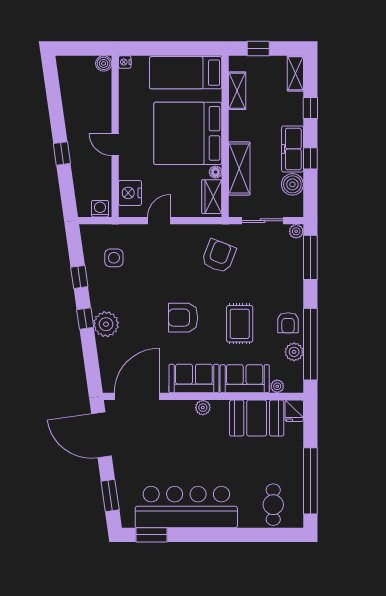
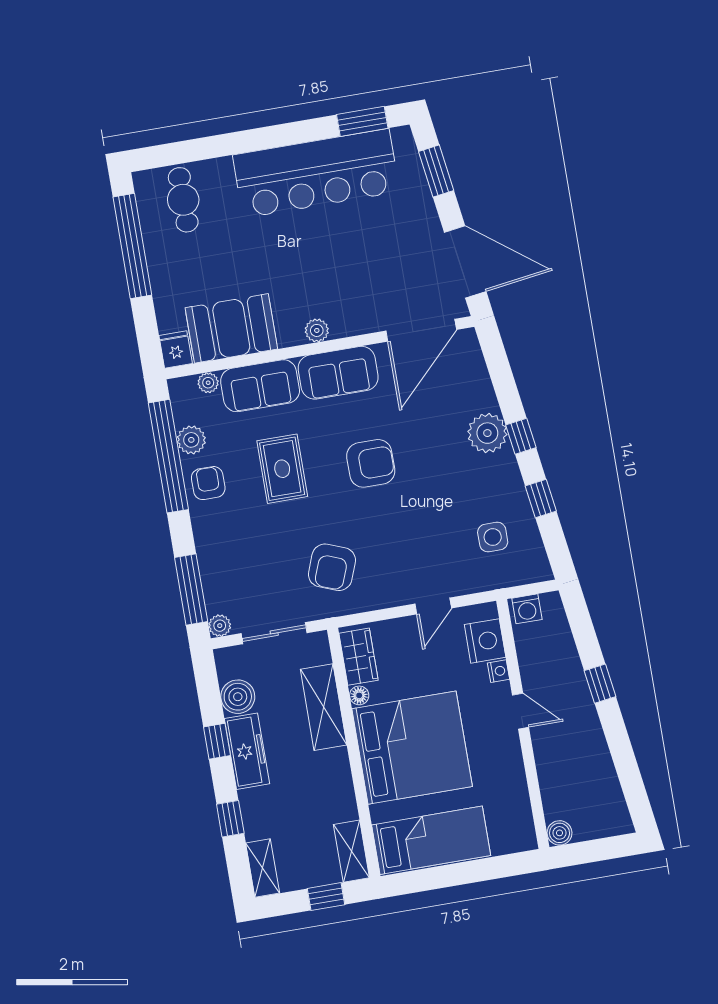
nightstand: (125, 62) -> (498, 671), moved
shelving: (237, 91) -> (351, 851), moved

